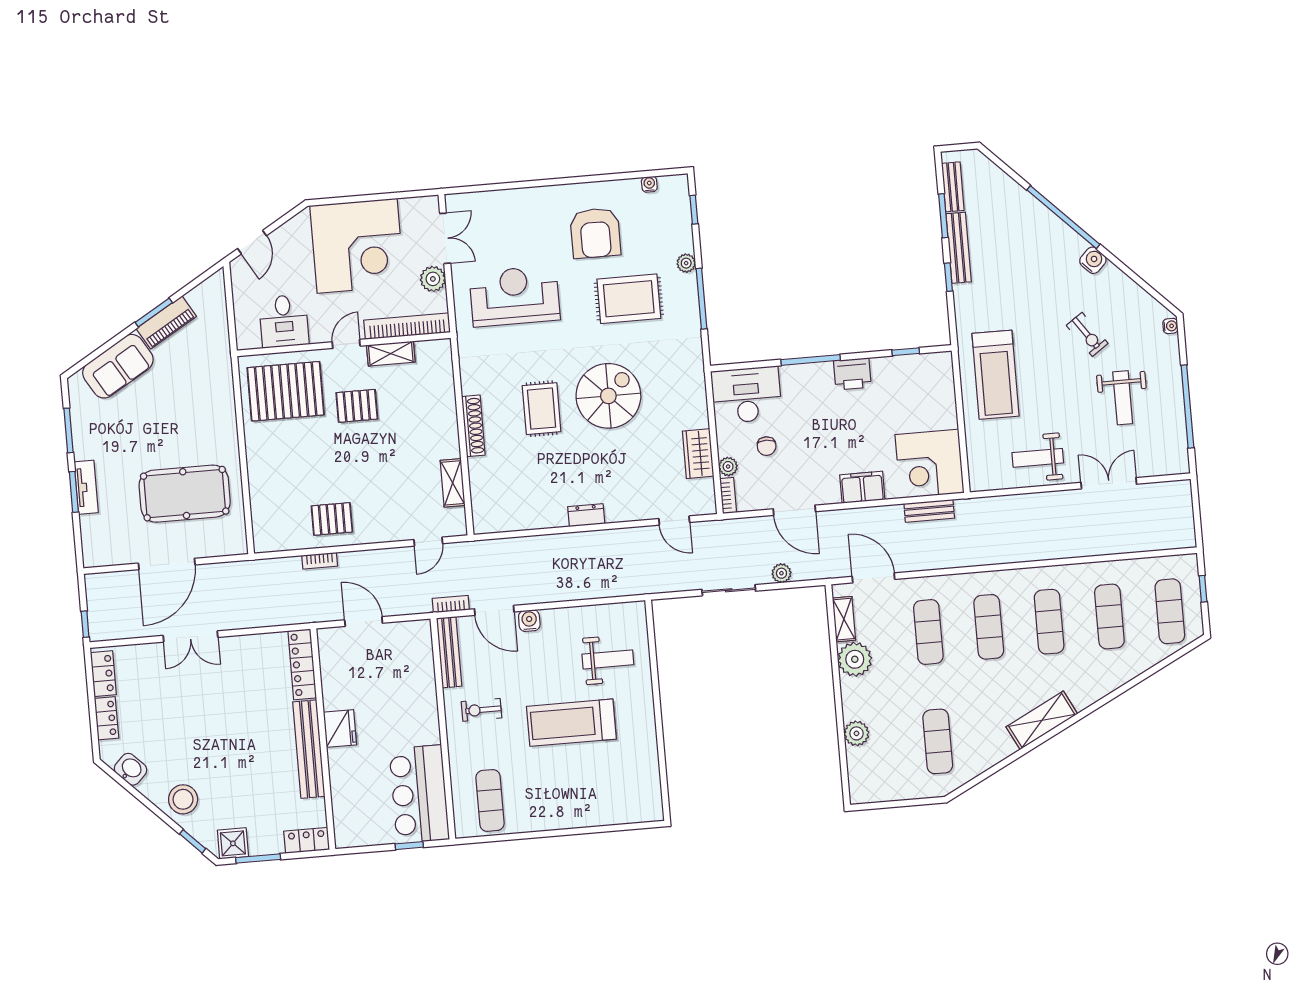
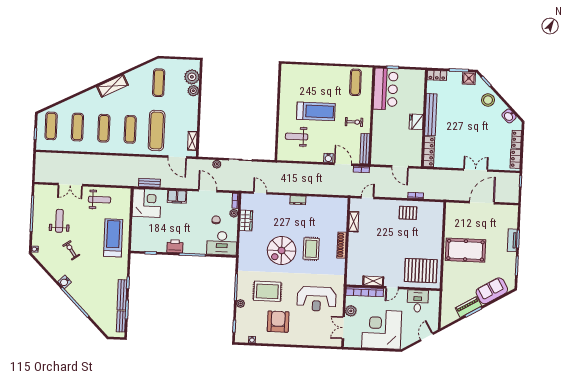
pallet: (357, 406) -> (391, 260), removed
pool table: (185, 494) -> (466, 250), moved
exercise mat: (928, 632) -> (157, 131), width x1.36, depth x1.45
plant: (855, 659) -> (192, 77), moved

